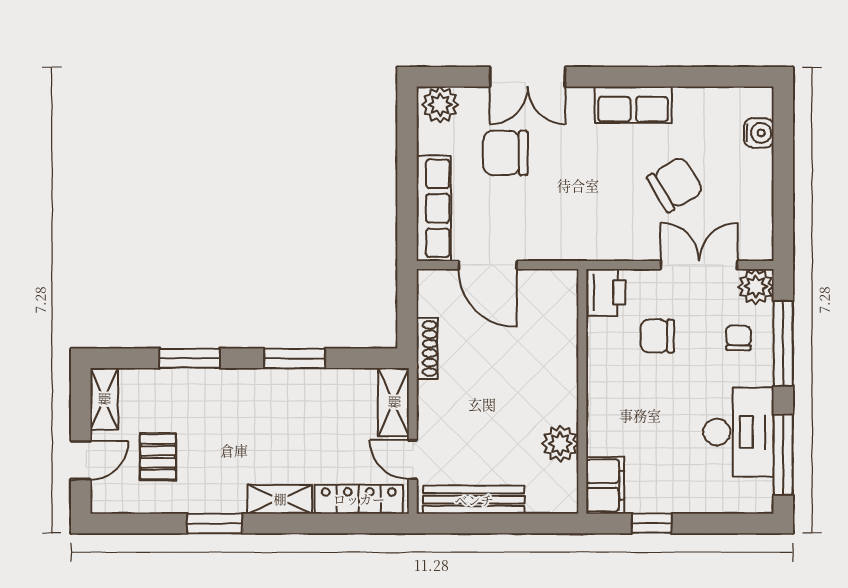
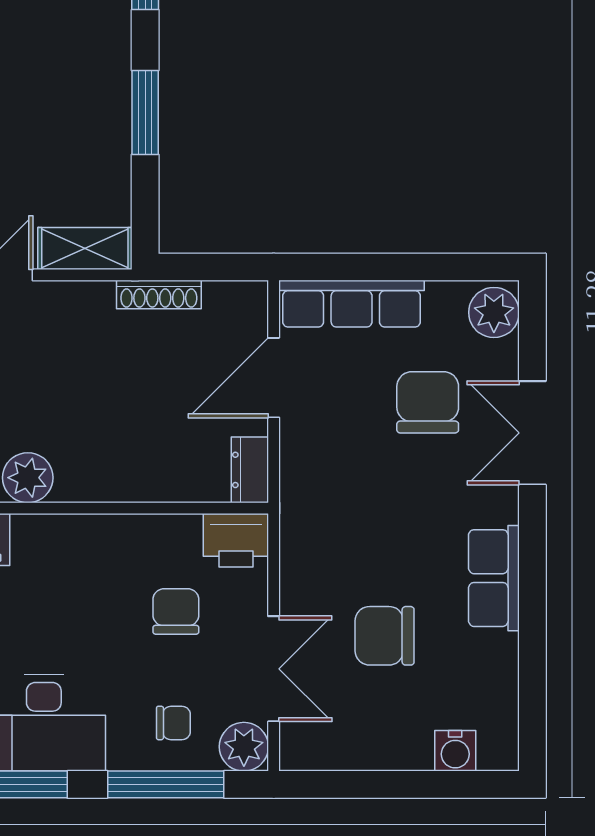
chair: (675, 184) -> (385, 636), turned 121
dresser: (555, 282) -> (250, 470), added

